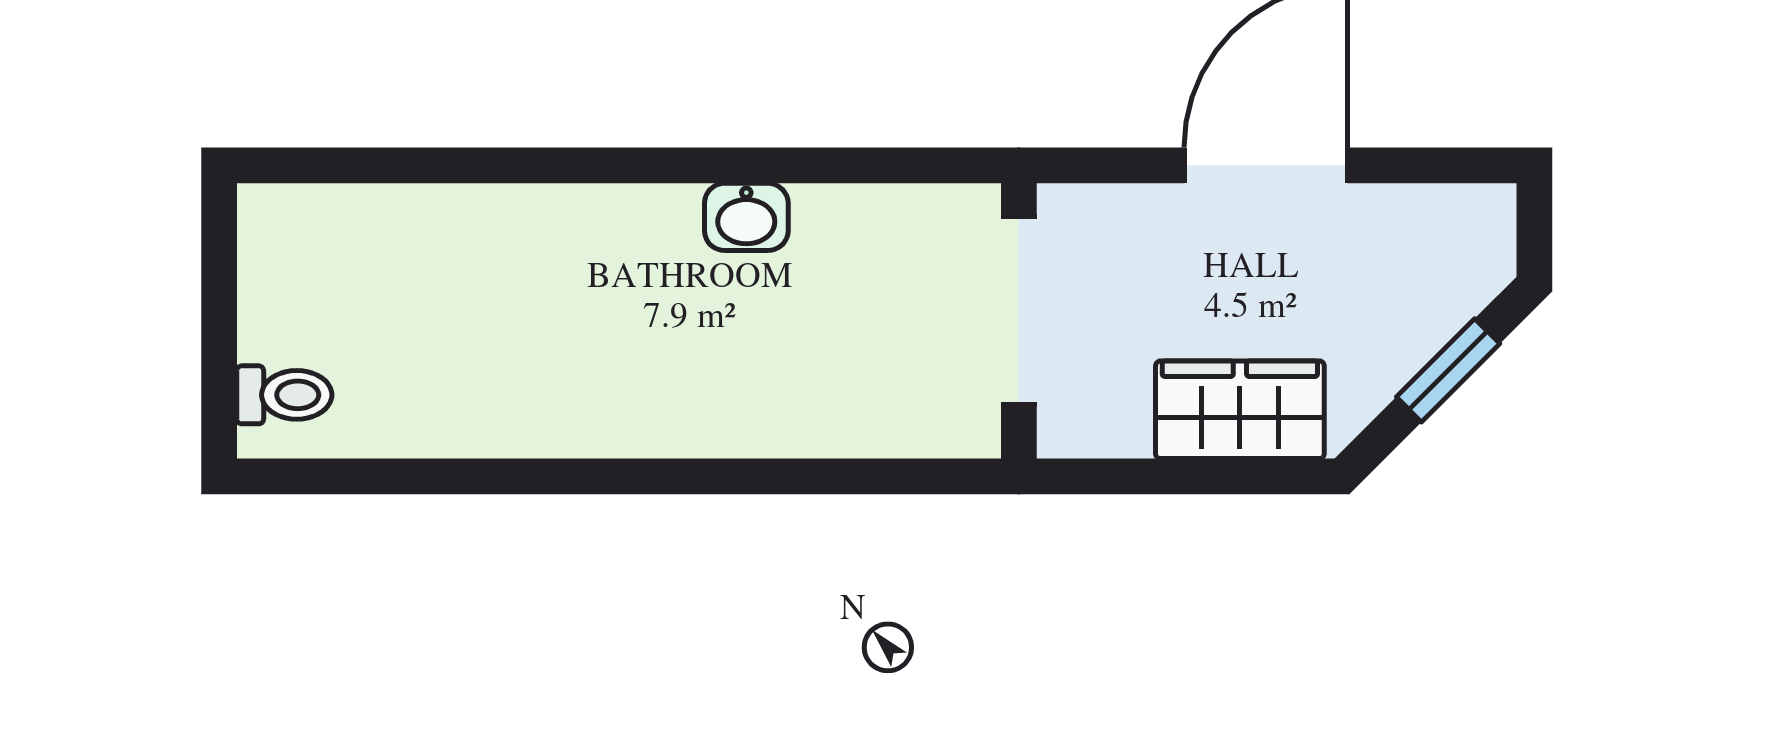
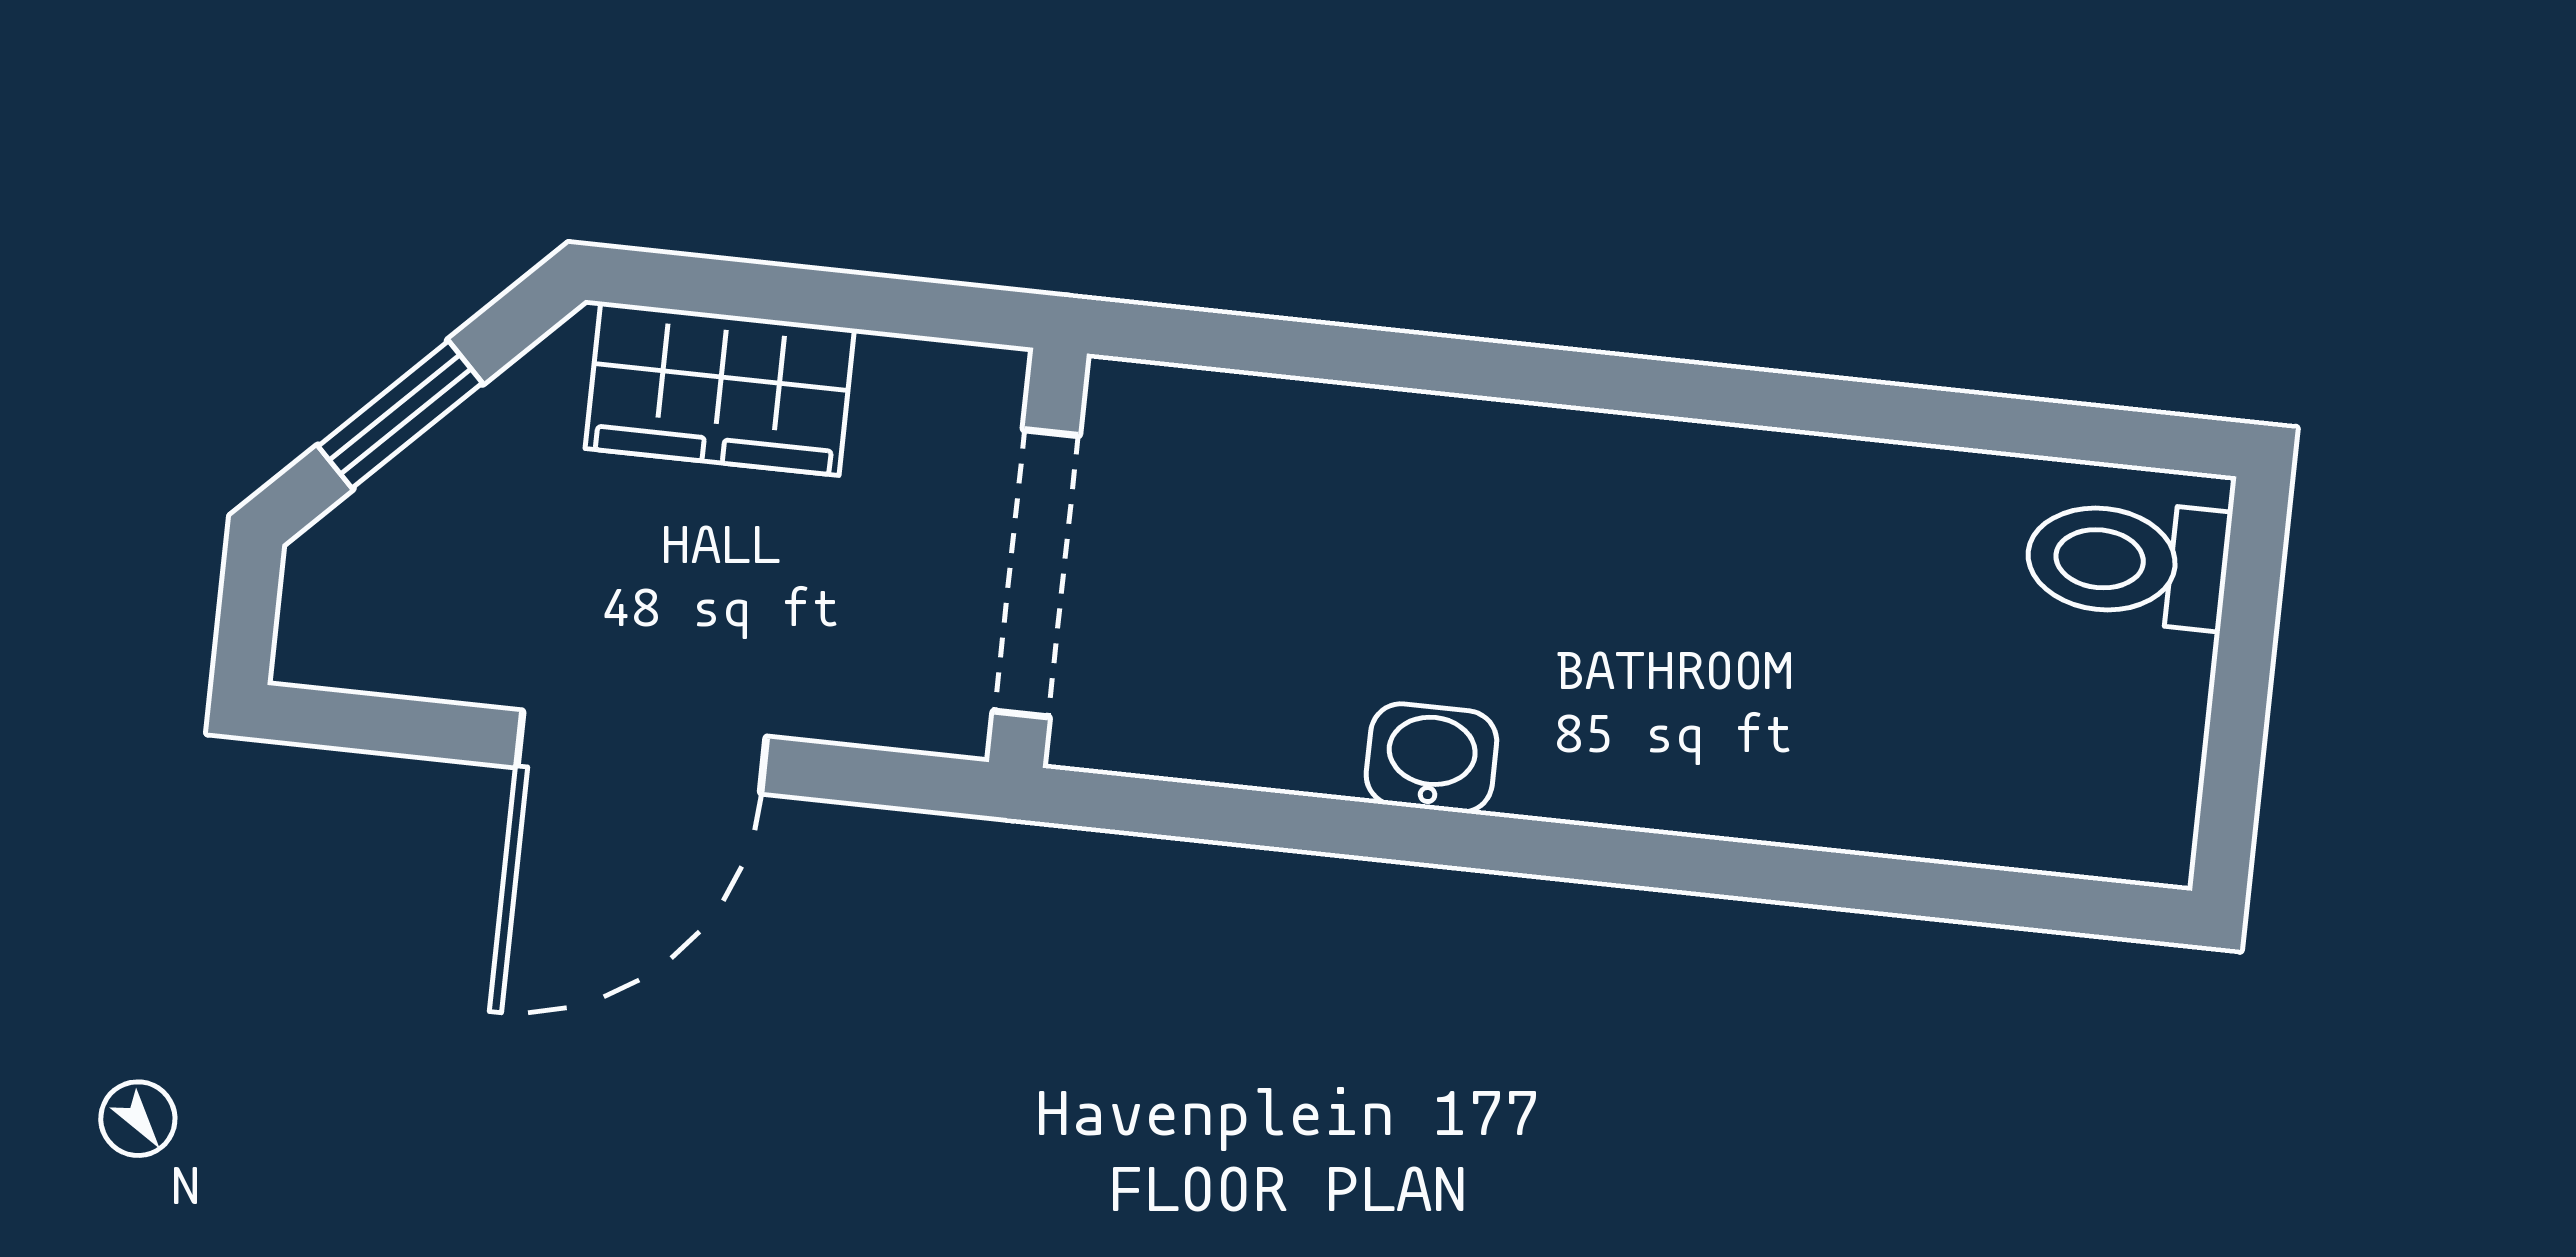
toilet: (284, 395) -> (2127, 562), width x1.37, depth x1.39

